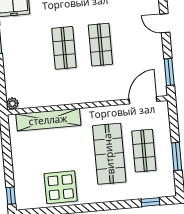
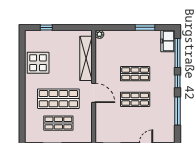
door: (143, 100) -> (94, 93), moved
window: (11, 196) -> (46, 27), moved
window: (150, 202) -> (22, 124), removed

